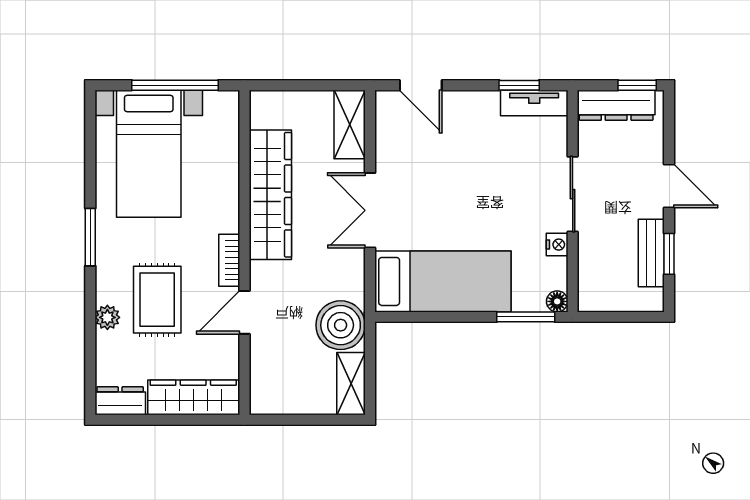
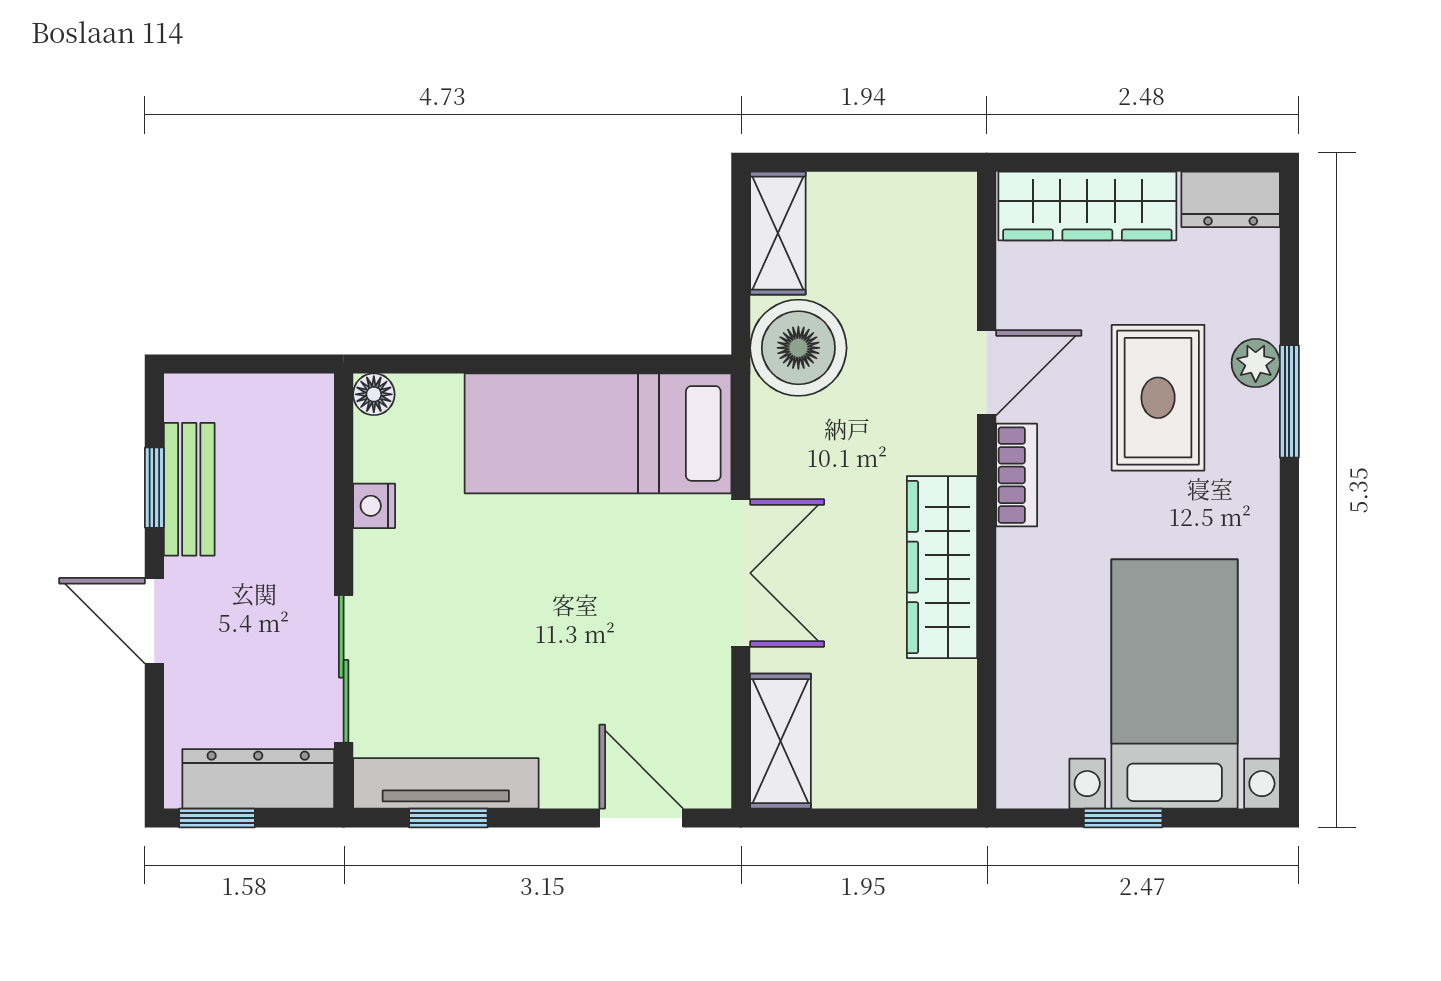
window: (175, 85) -> (1123, 818), width x0.46
tv unit: (534, 103) -> (446, 783), width x1.41
sliding door: (573, 194) -> (344, 669), moved
wardrobe: (270, 195) -> (942, 567), width x0.71, depth x0.85
window: (90, 237) -> (1289, 401), moved
window: (526, 317) -> (435, 364), removed

